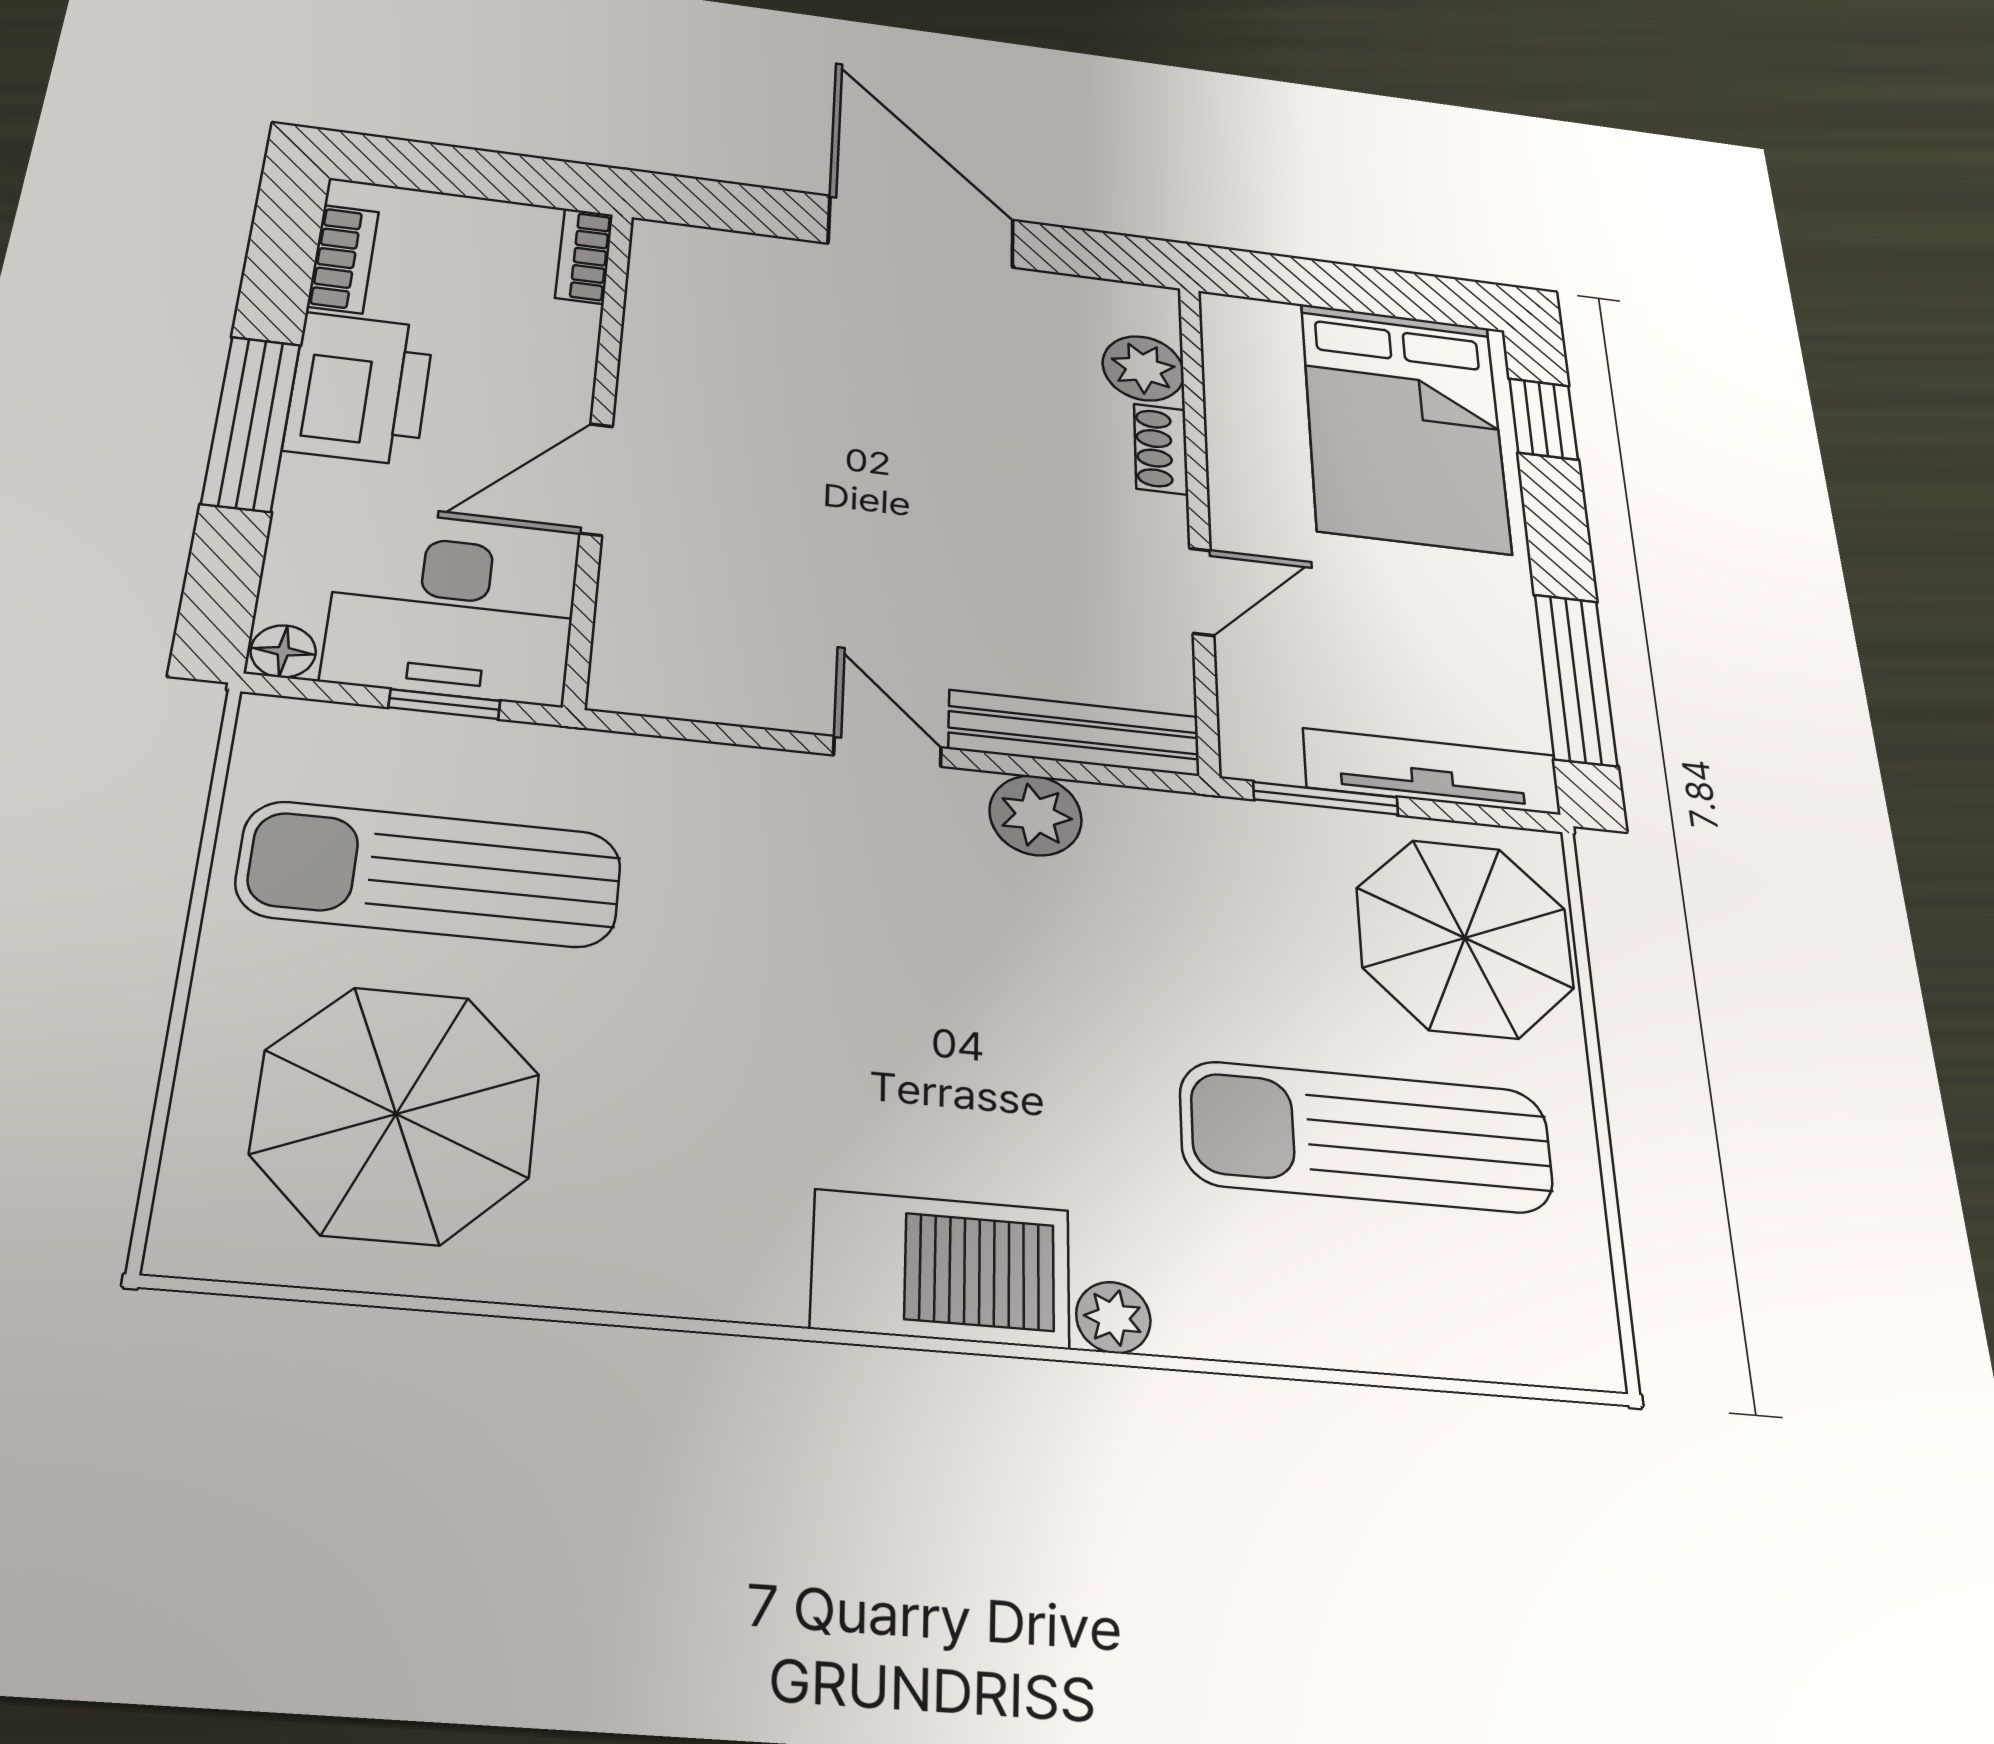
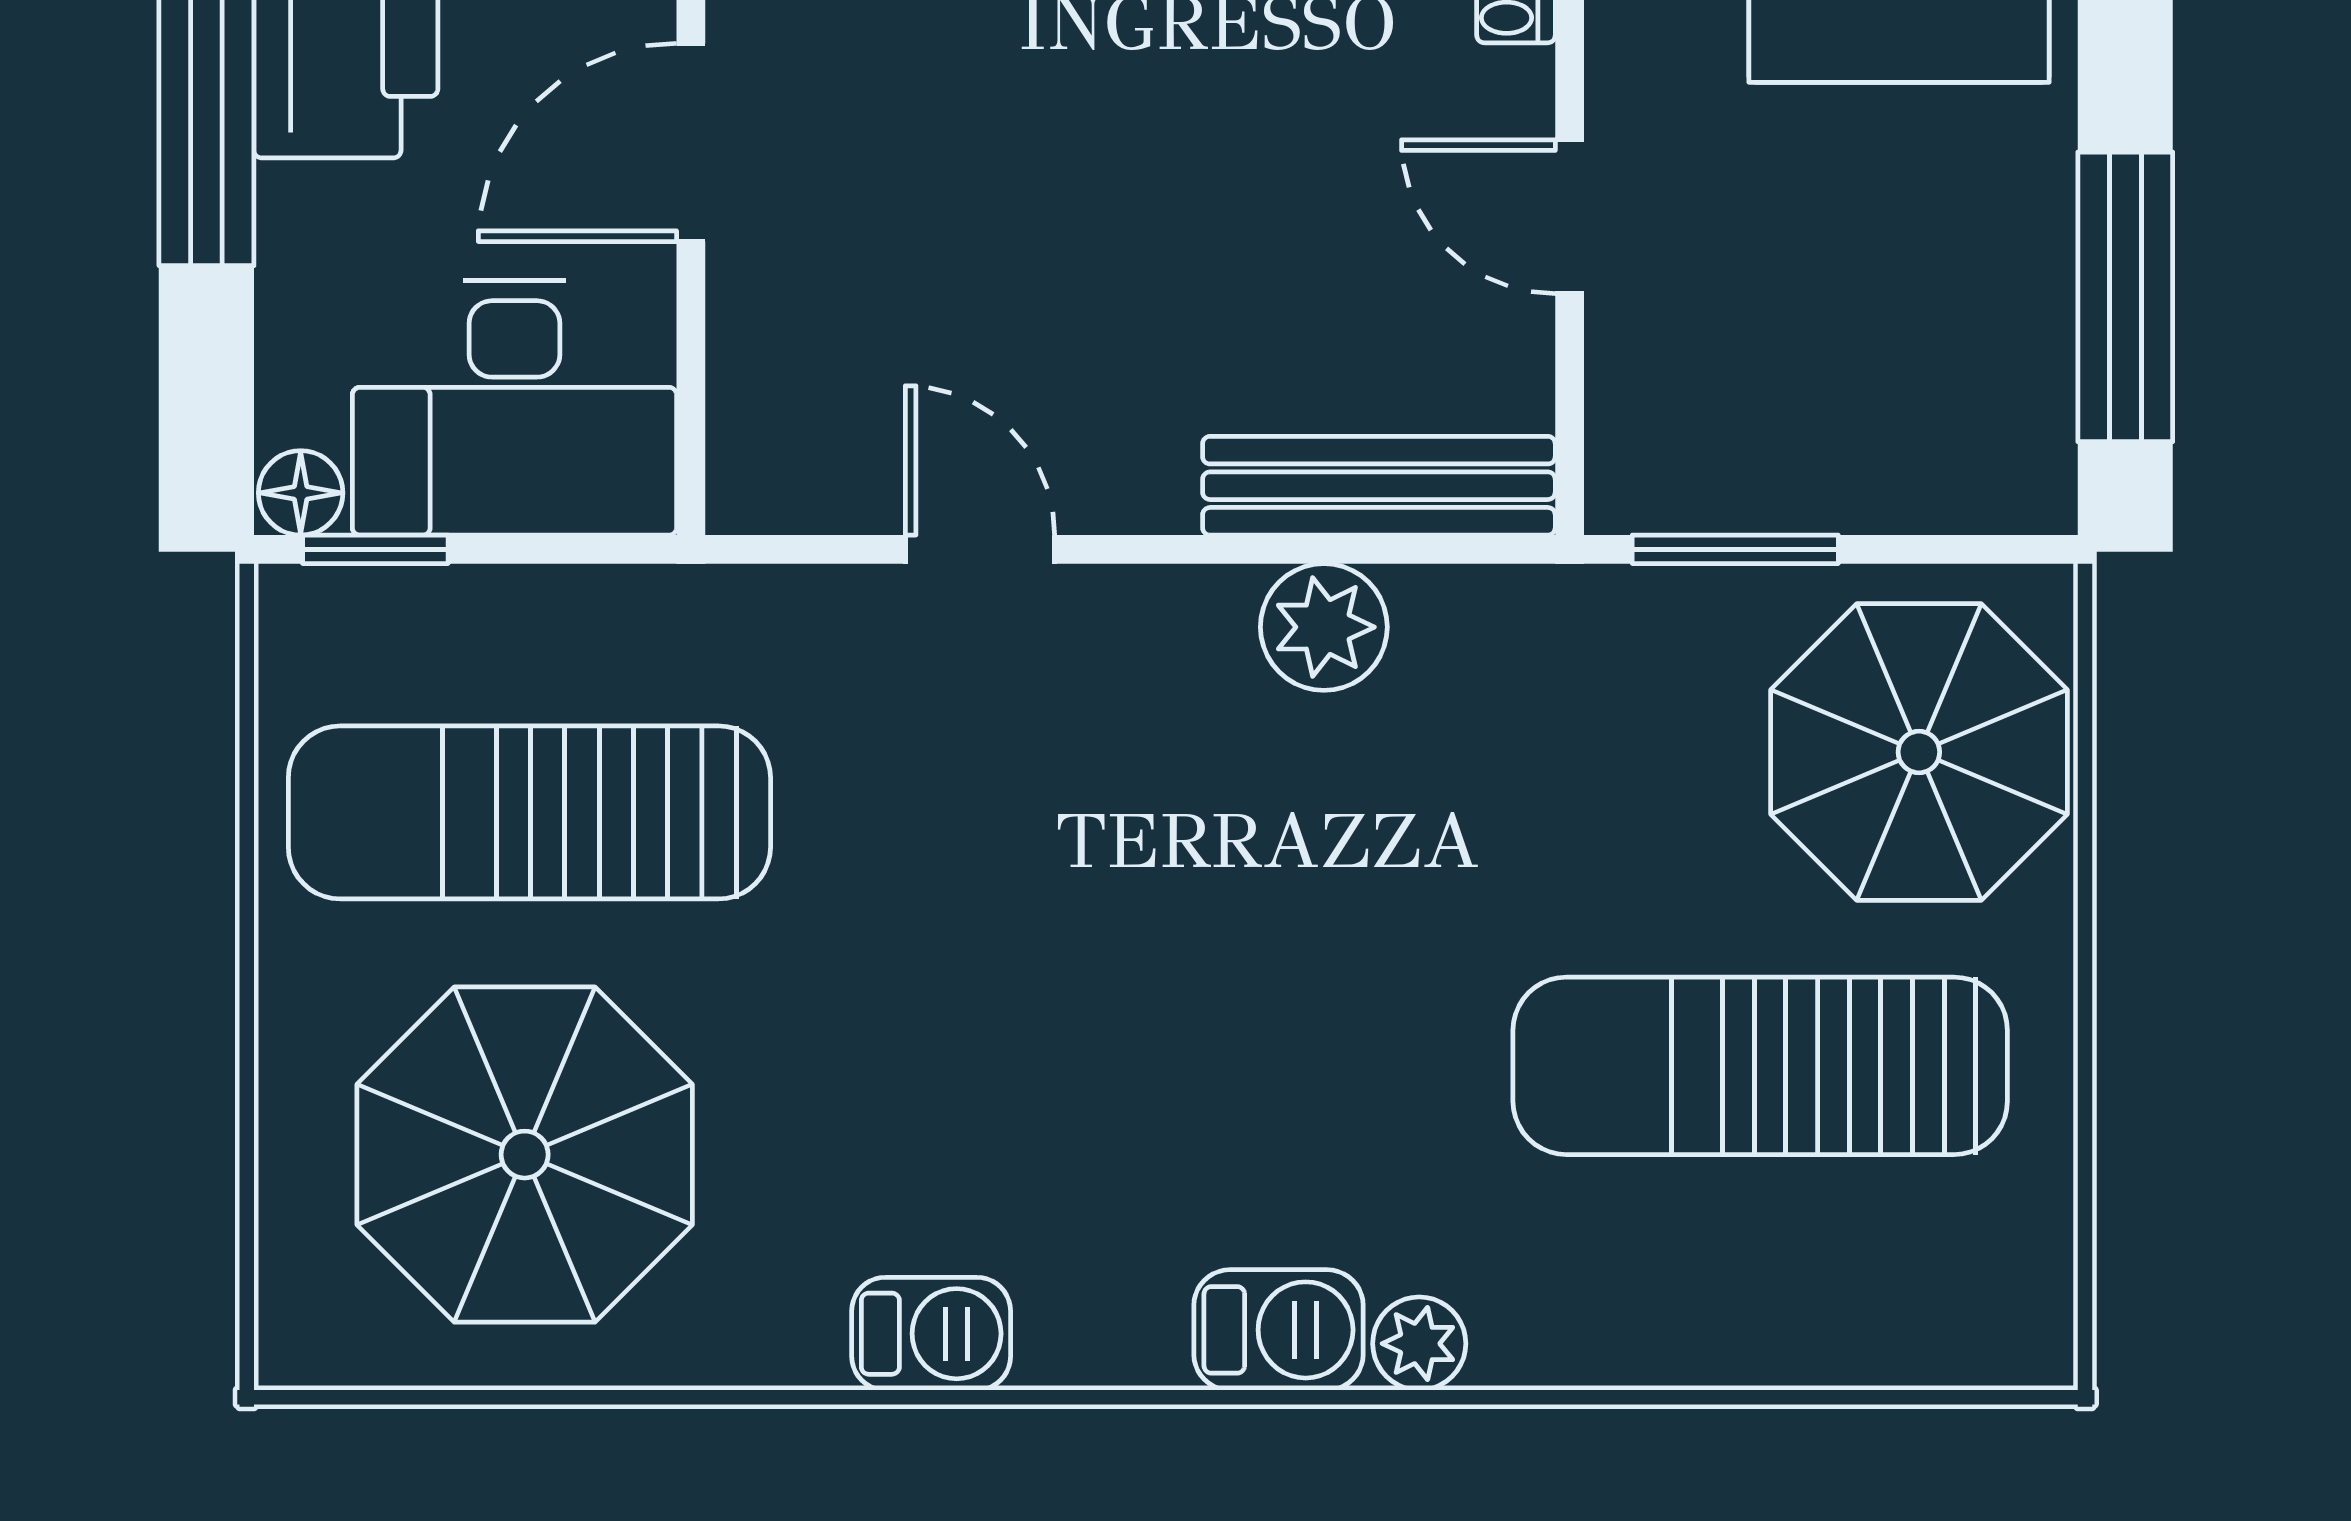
door: (1202, 592) -> (1570, 217), swing flipped
window: (444, 704) -> (375, 549), moved
door: (888, 751) -> (980, 549), moved
tv unit: (1432, 771) -> (1893, 485), removed
barbecue: (941, 1269) -> (1278, 1330), width x0.53, depth x0.65
barbecue: (719, 1278) -> (931, 1334), added

